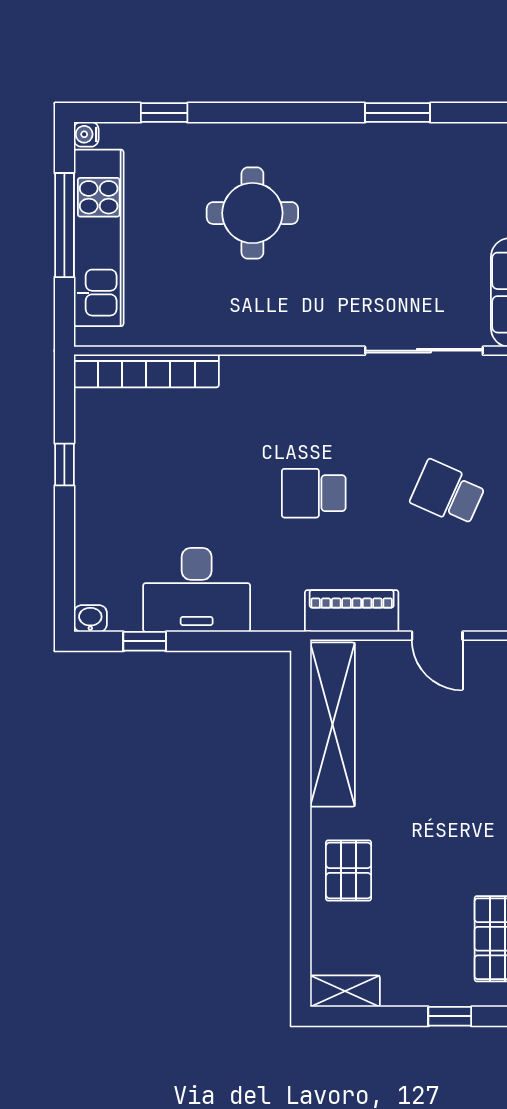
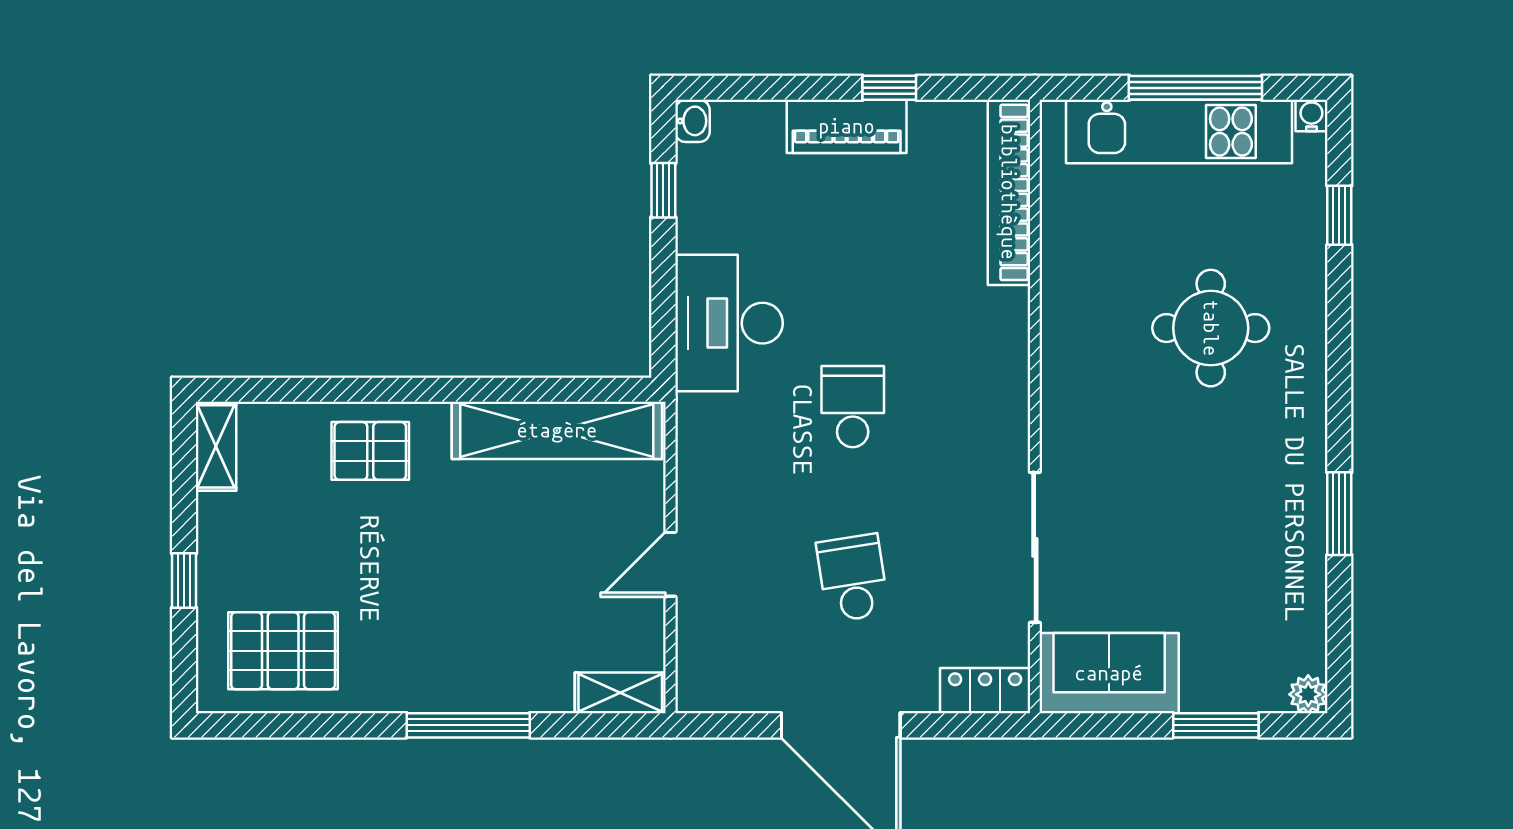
school desk: (448, 493) -> (853, 578), turned -33
desk: (197, 590) -> (729, 323), moved
piano: (352, 611) -> (847, 126), moved, turned 90

